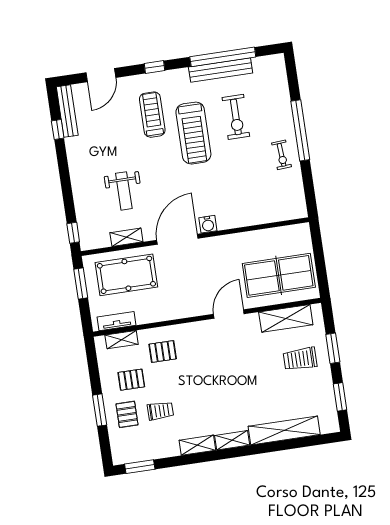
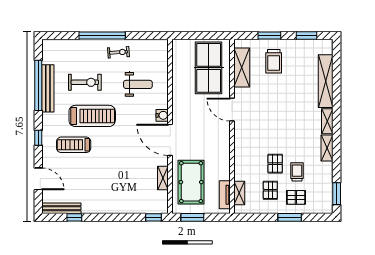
weight bench: (124, 191) -> (138, 84), moved
pallet: (163, 352) -> (275, 164), moved

